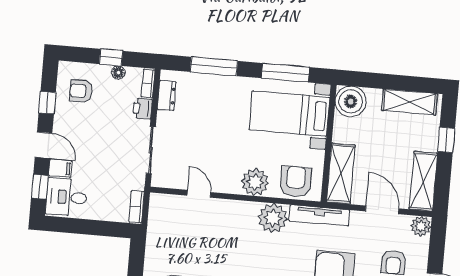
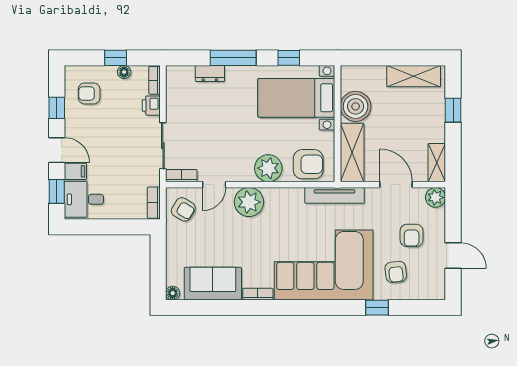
window: (214, 66) -> (233, 58), moved
window: (285, 73) -> (289, 58), width x0.46
dresser: (167, 95) -> (210, 74), moved, turned 90
boiler: (351, 101) -> (356, 106), moved
shelving: (423, 181) -> (437, 163), width x0.67, depth x0.75
bookcase: (167, 182) -> (181, 176), added
armchair: (296, 182) -> (308, 164), turned 90
door: (199, 194) -> (214, 185), swing flipped
armchair: (166, 216) -> (183, 209), added
plant: (273, 218) -> (249, 202), moved

